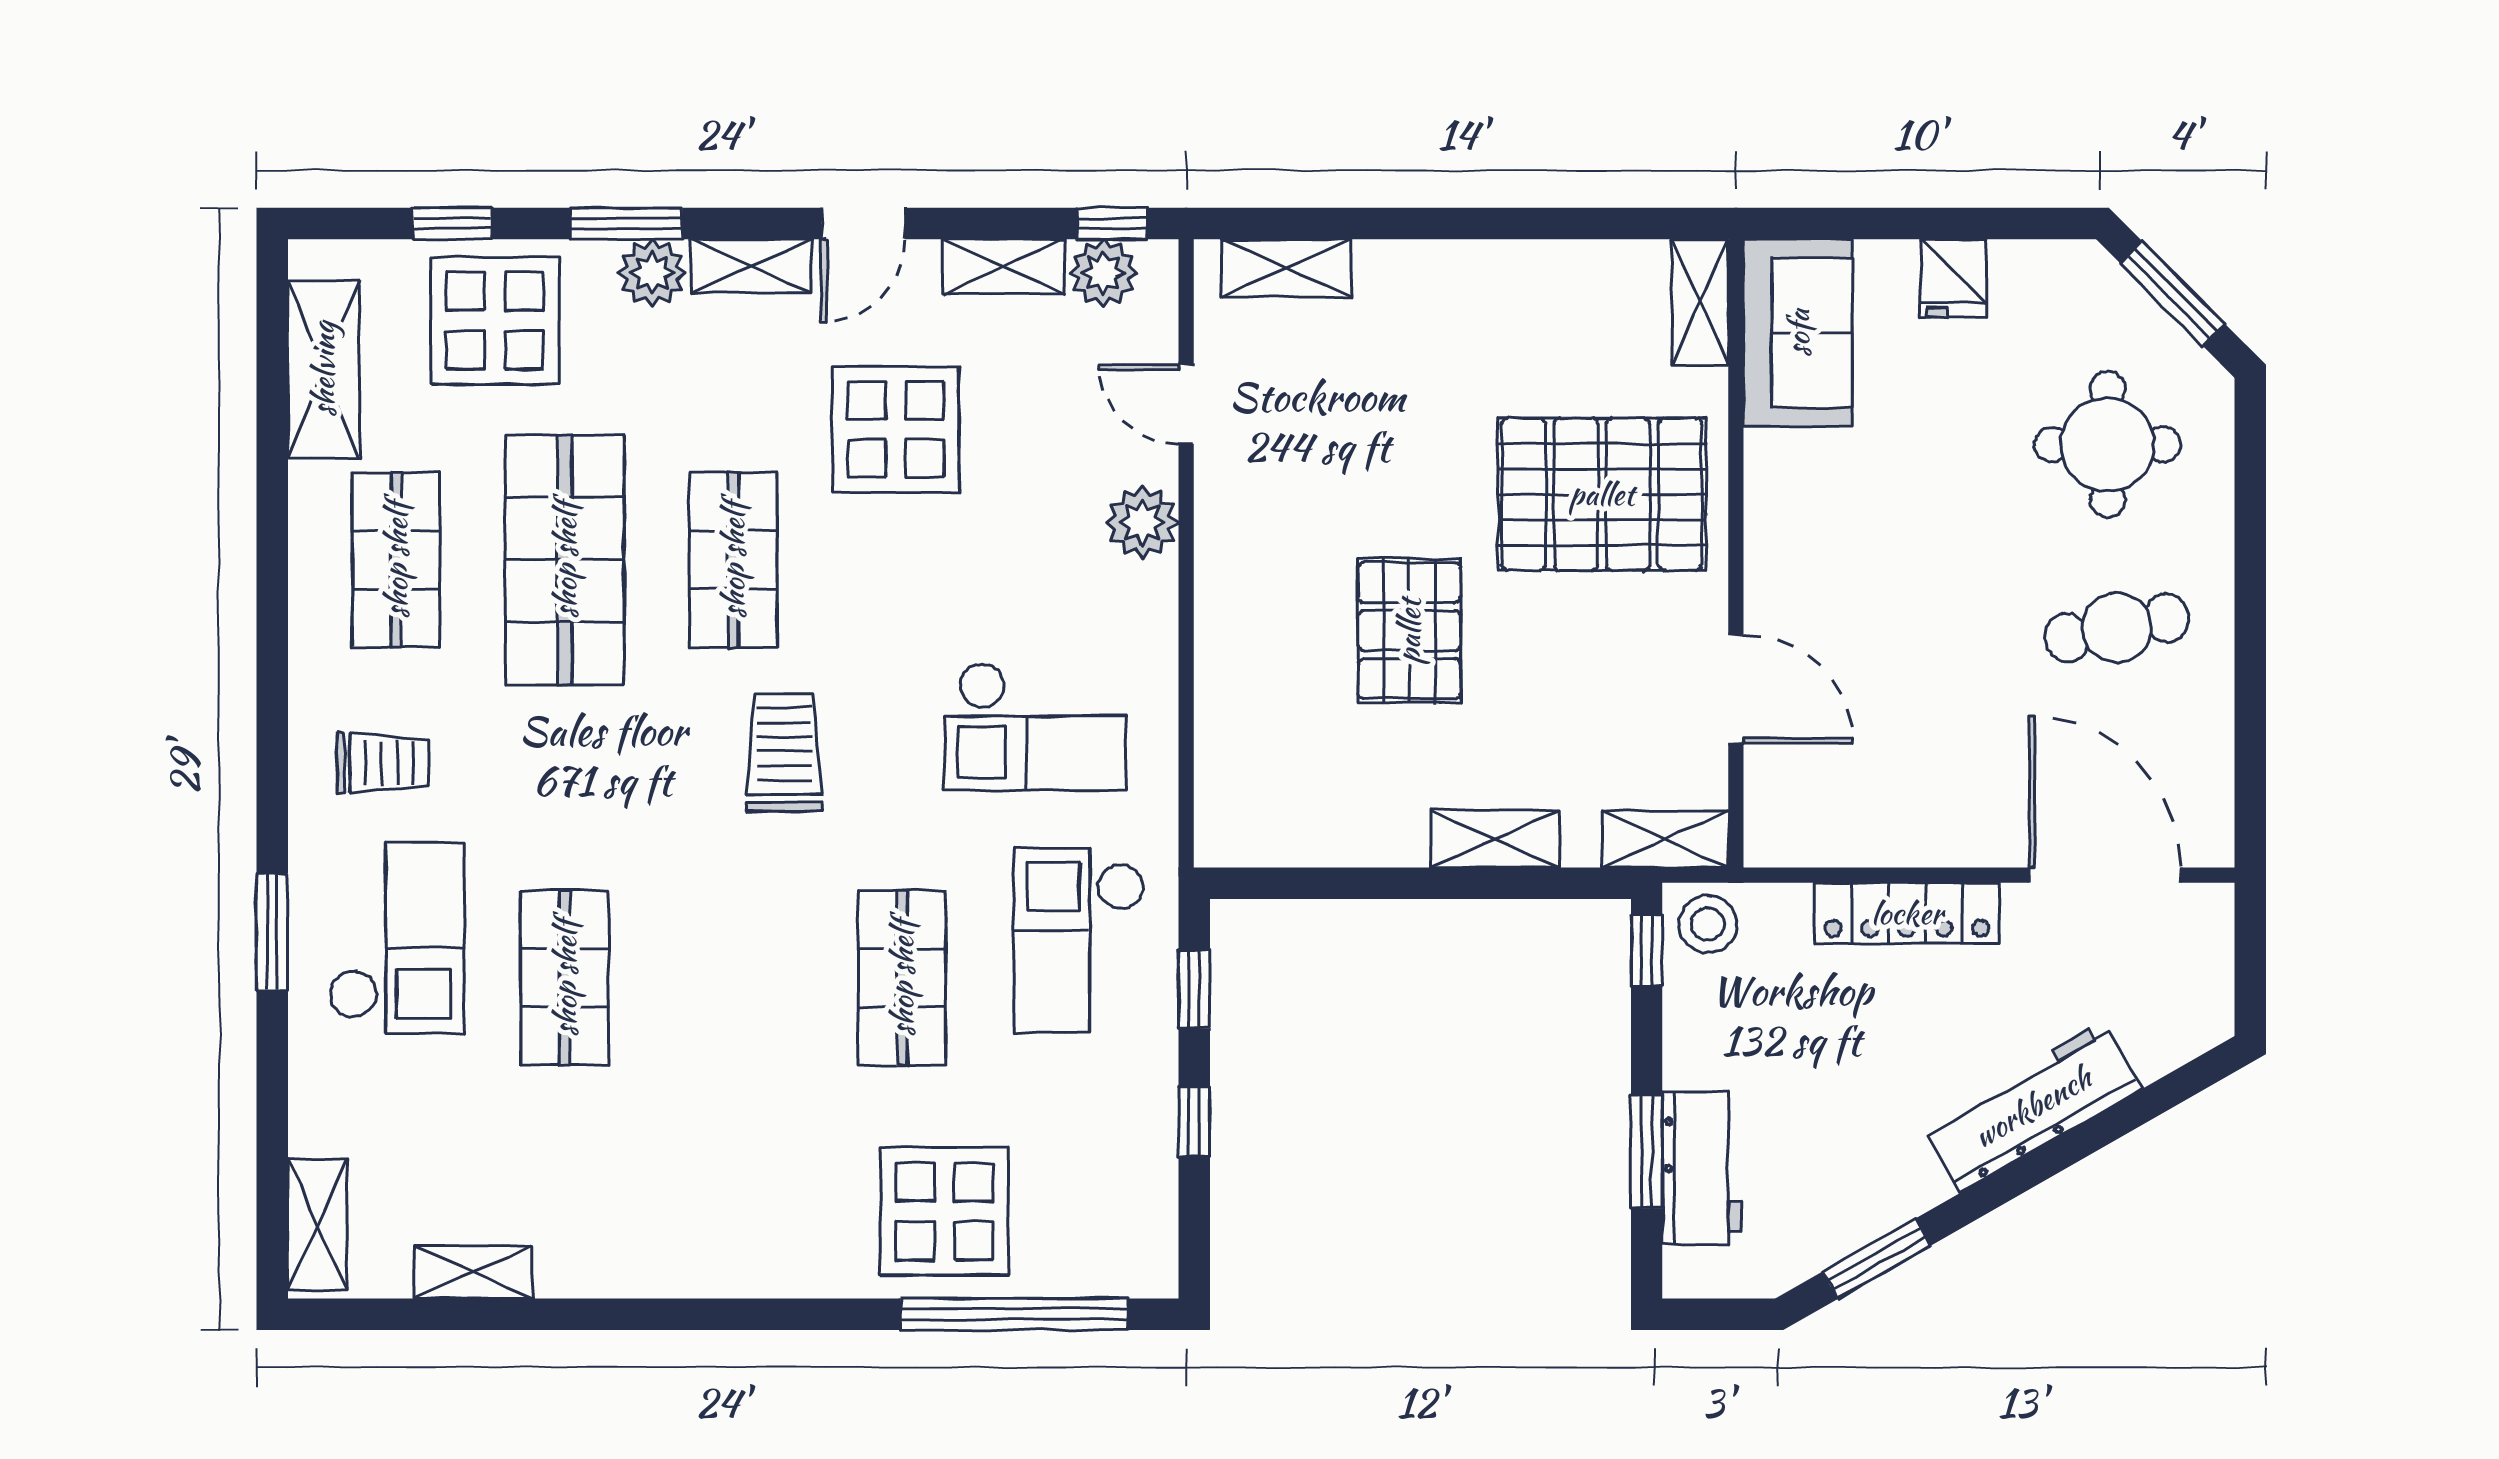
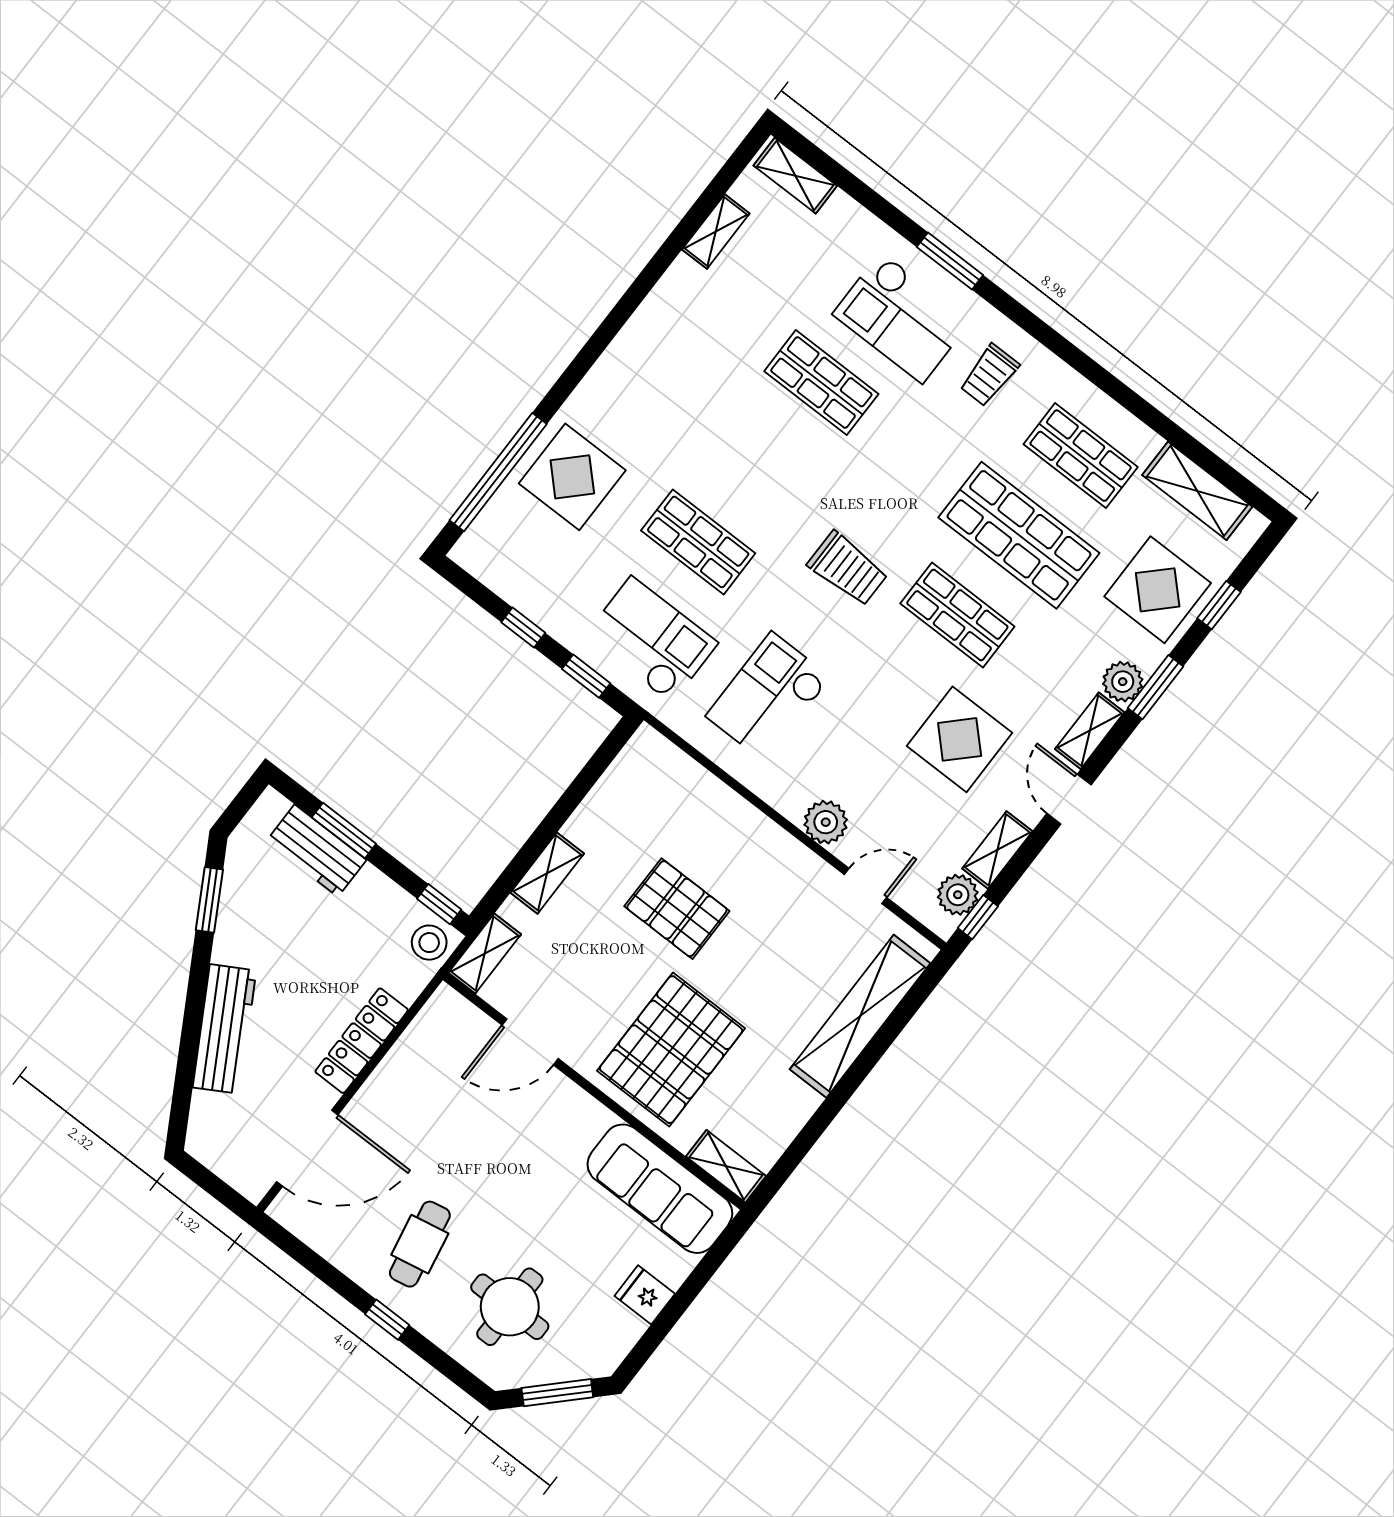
shelving: (1287, 268) -> (860, 1016), width x2.20, depth x1.33
sofa: (1798, 333) -> (660, 1189), width x1.36
window: (2250, 594) -> (387, 1320), added

